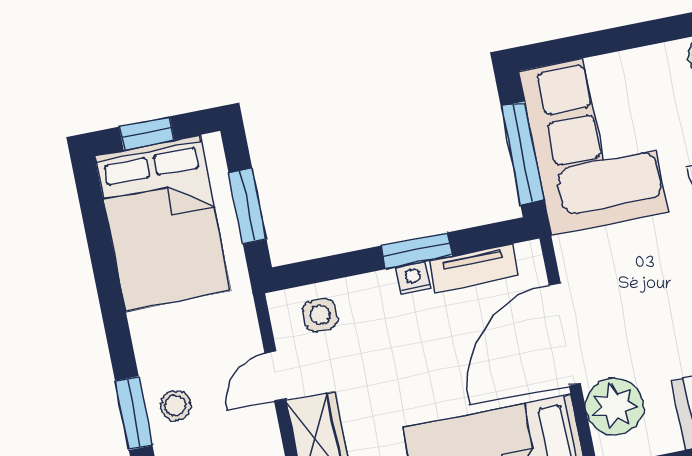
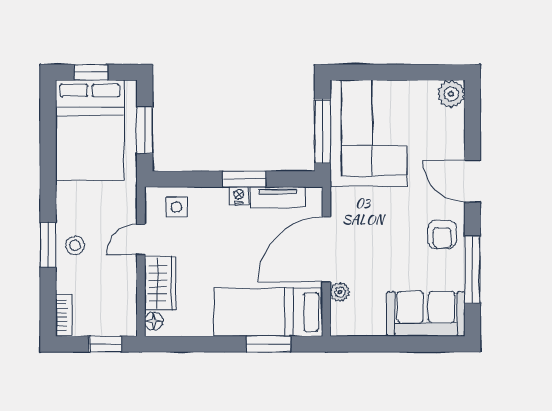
plant: (615, 406) -> (340, 292), width x0.53, depth x0.53

